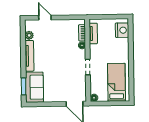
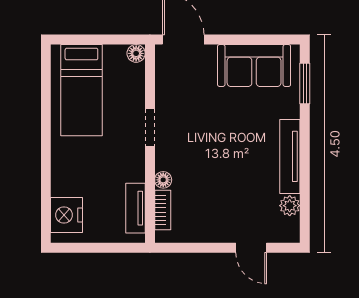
sofa: (34, 87) -> (254, 65), moved, turned -90

